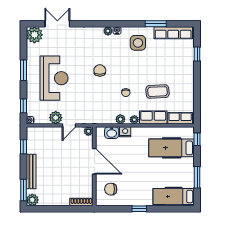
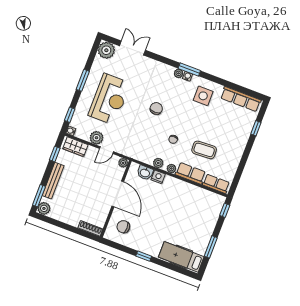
window: (156, 24) -> (189, 70), moved
wardrobe: (40, 133) -> (75, 147), added
hospital bed: (172, 148) -> (197, 209), removed

